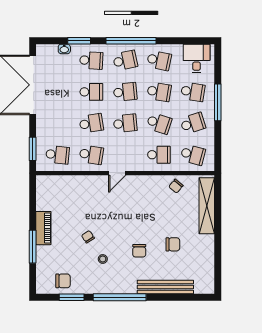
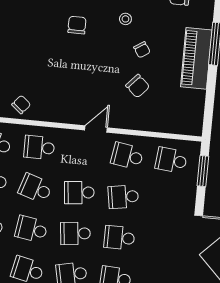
piano: (43, 228) -> (196, 58), width x1.37, depth x1.33
chair: (173, 244) -> (138, 86), moved, turned -138

